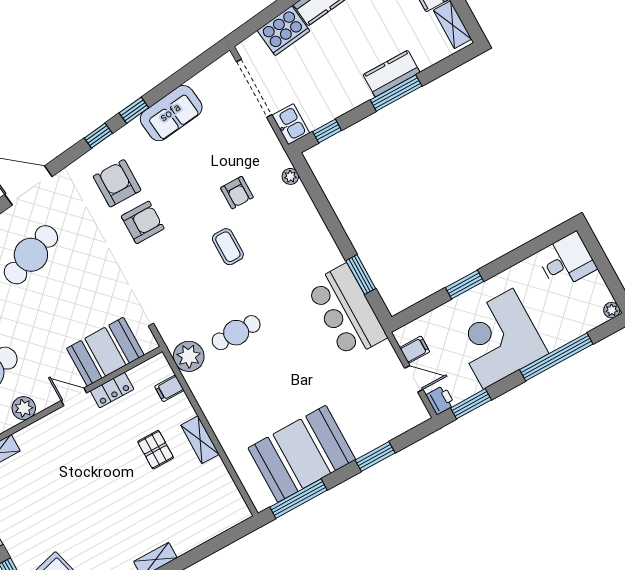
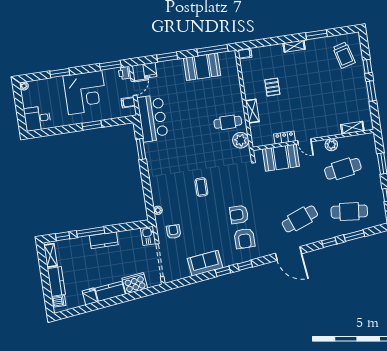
kitchen counter: (392, 74) -> (104, 240), moved
window: (327, 131) -> (63, 236), moved
armchair: (237, 193) -> (174, 232), moved
bar counter: (347, 311) -> (152, 118), moved
cafe table: (236, 333) -> (228, 122), moved
window: (556, 357) -> (60, 73), width x0.47
door: (414, 379) -> (134, 88), swing flipped
filing cabinet: (169, 388) -> (245, 54), moved
fridge: (397, 421) -> (150, 70), added
shelving: (200, 440) -> (252, 111), moved
pallet: (156, 450) -> (272, 87), moved
booth: (302, 454) -> (202, 67), width x0.73, depth x0.70

